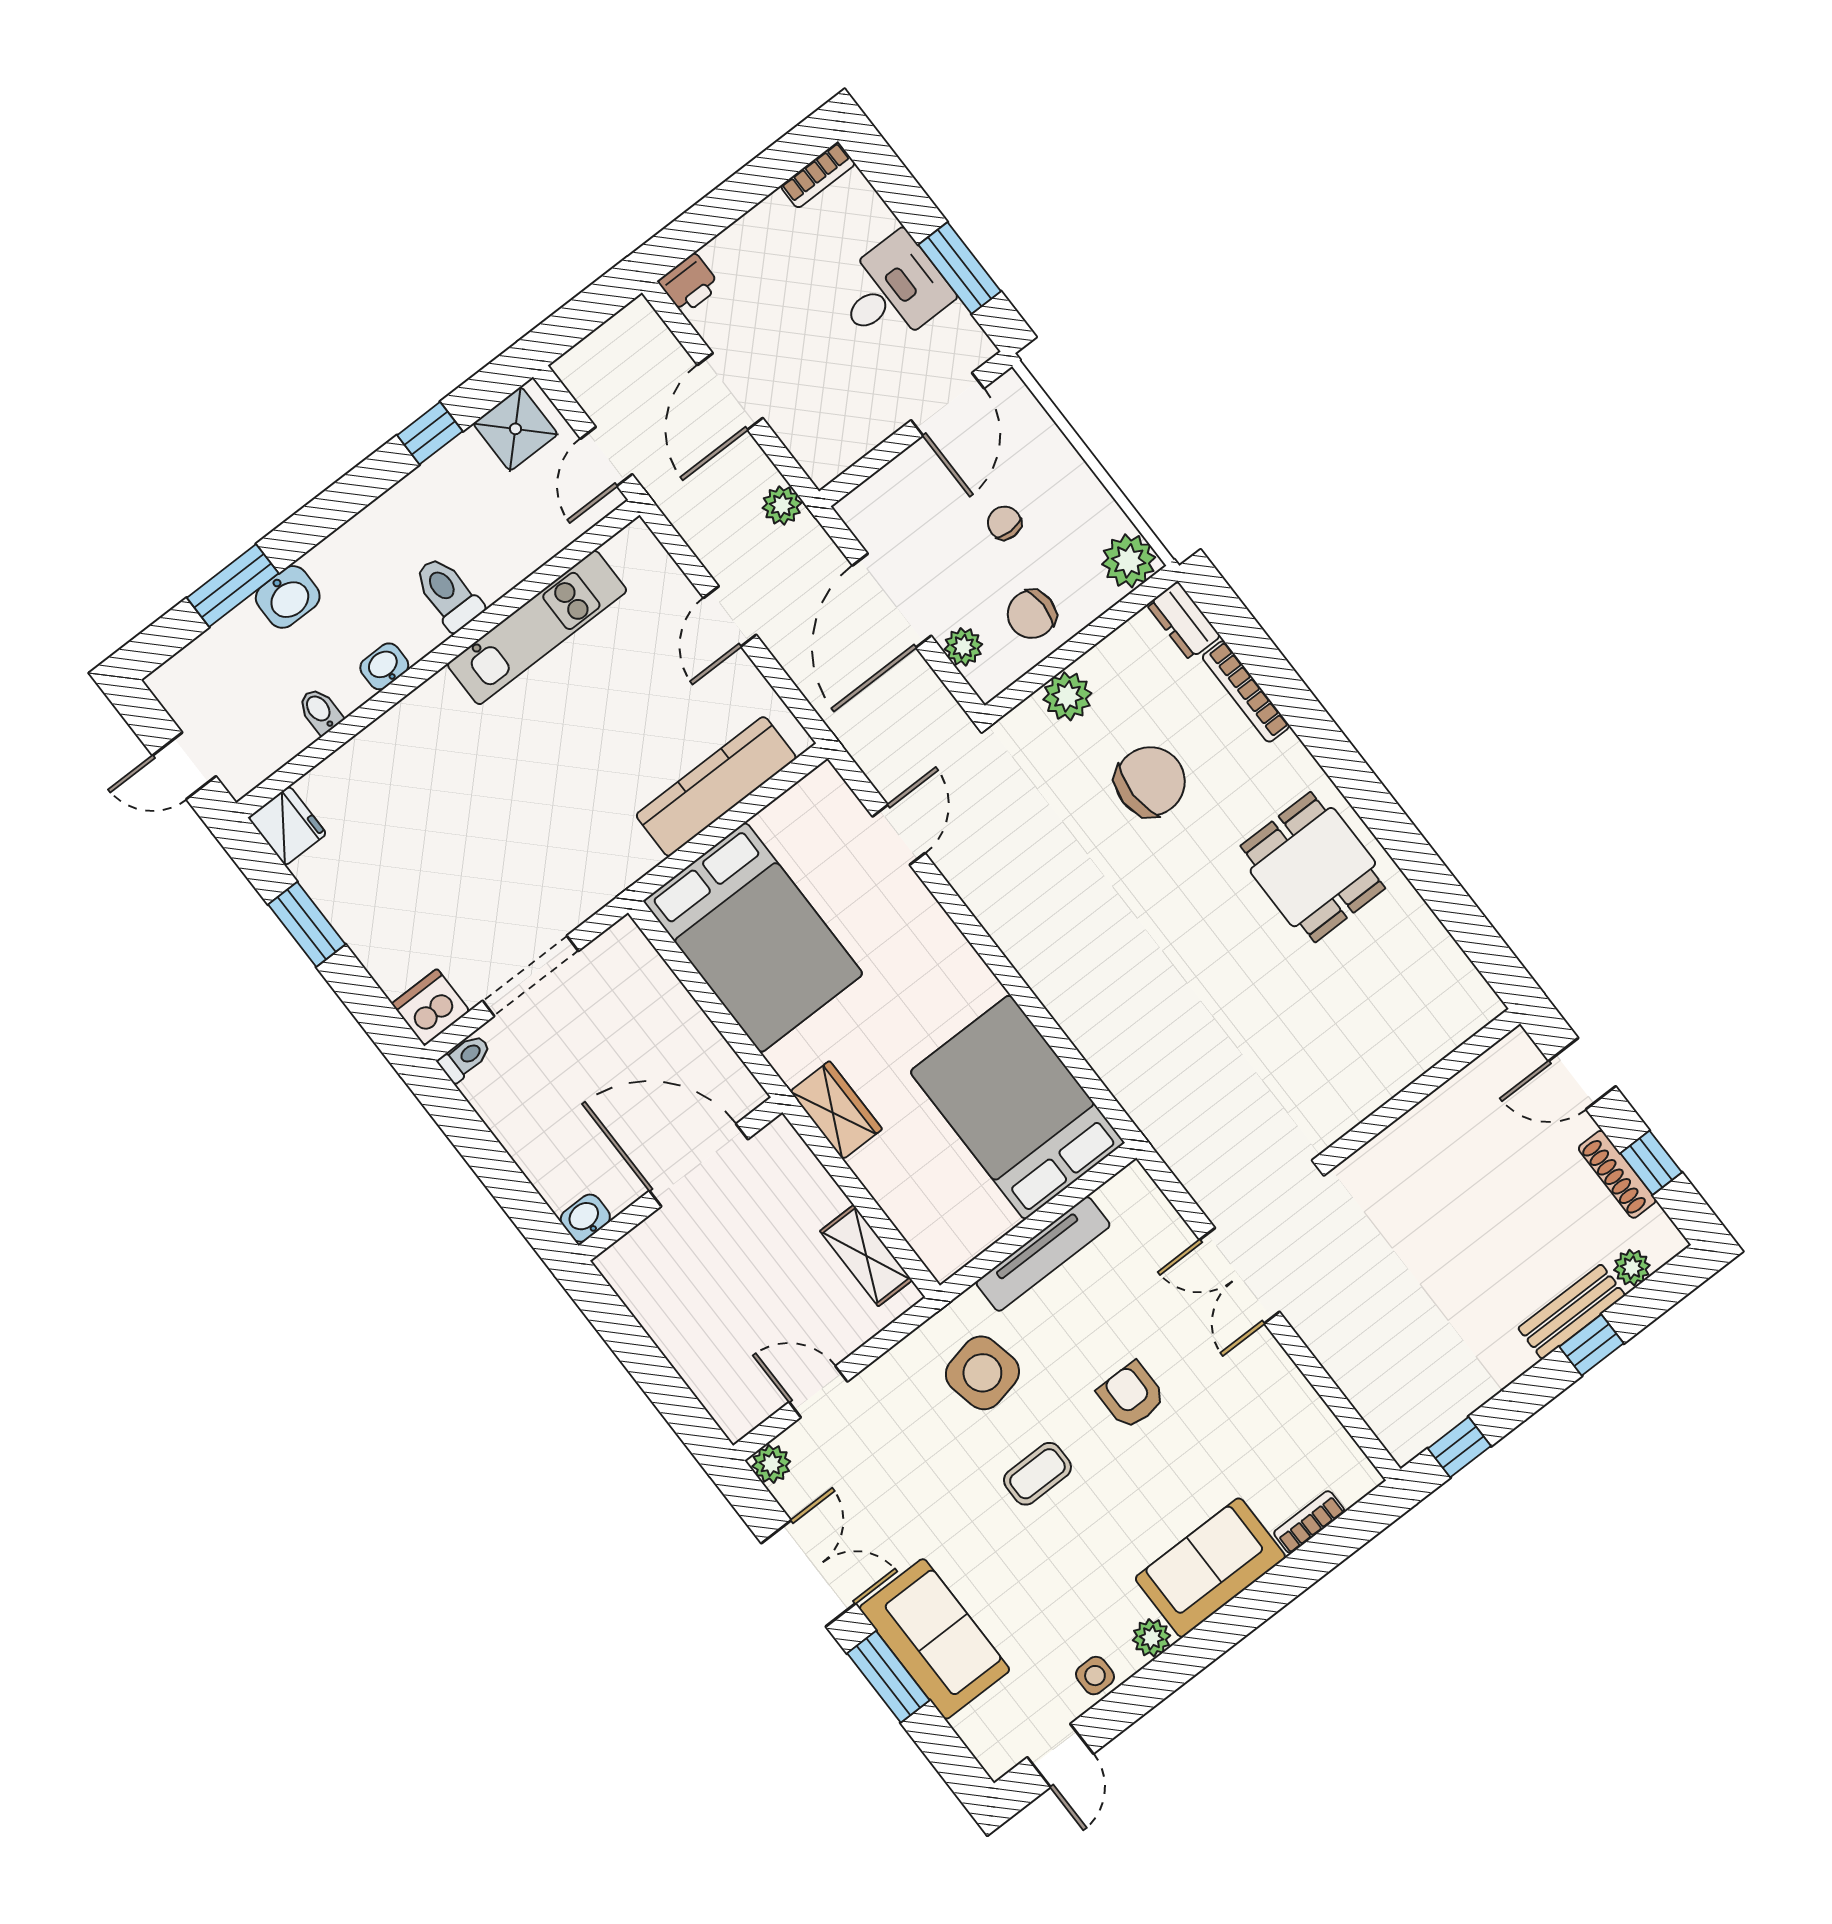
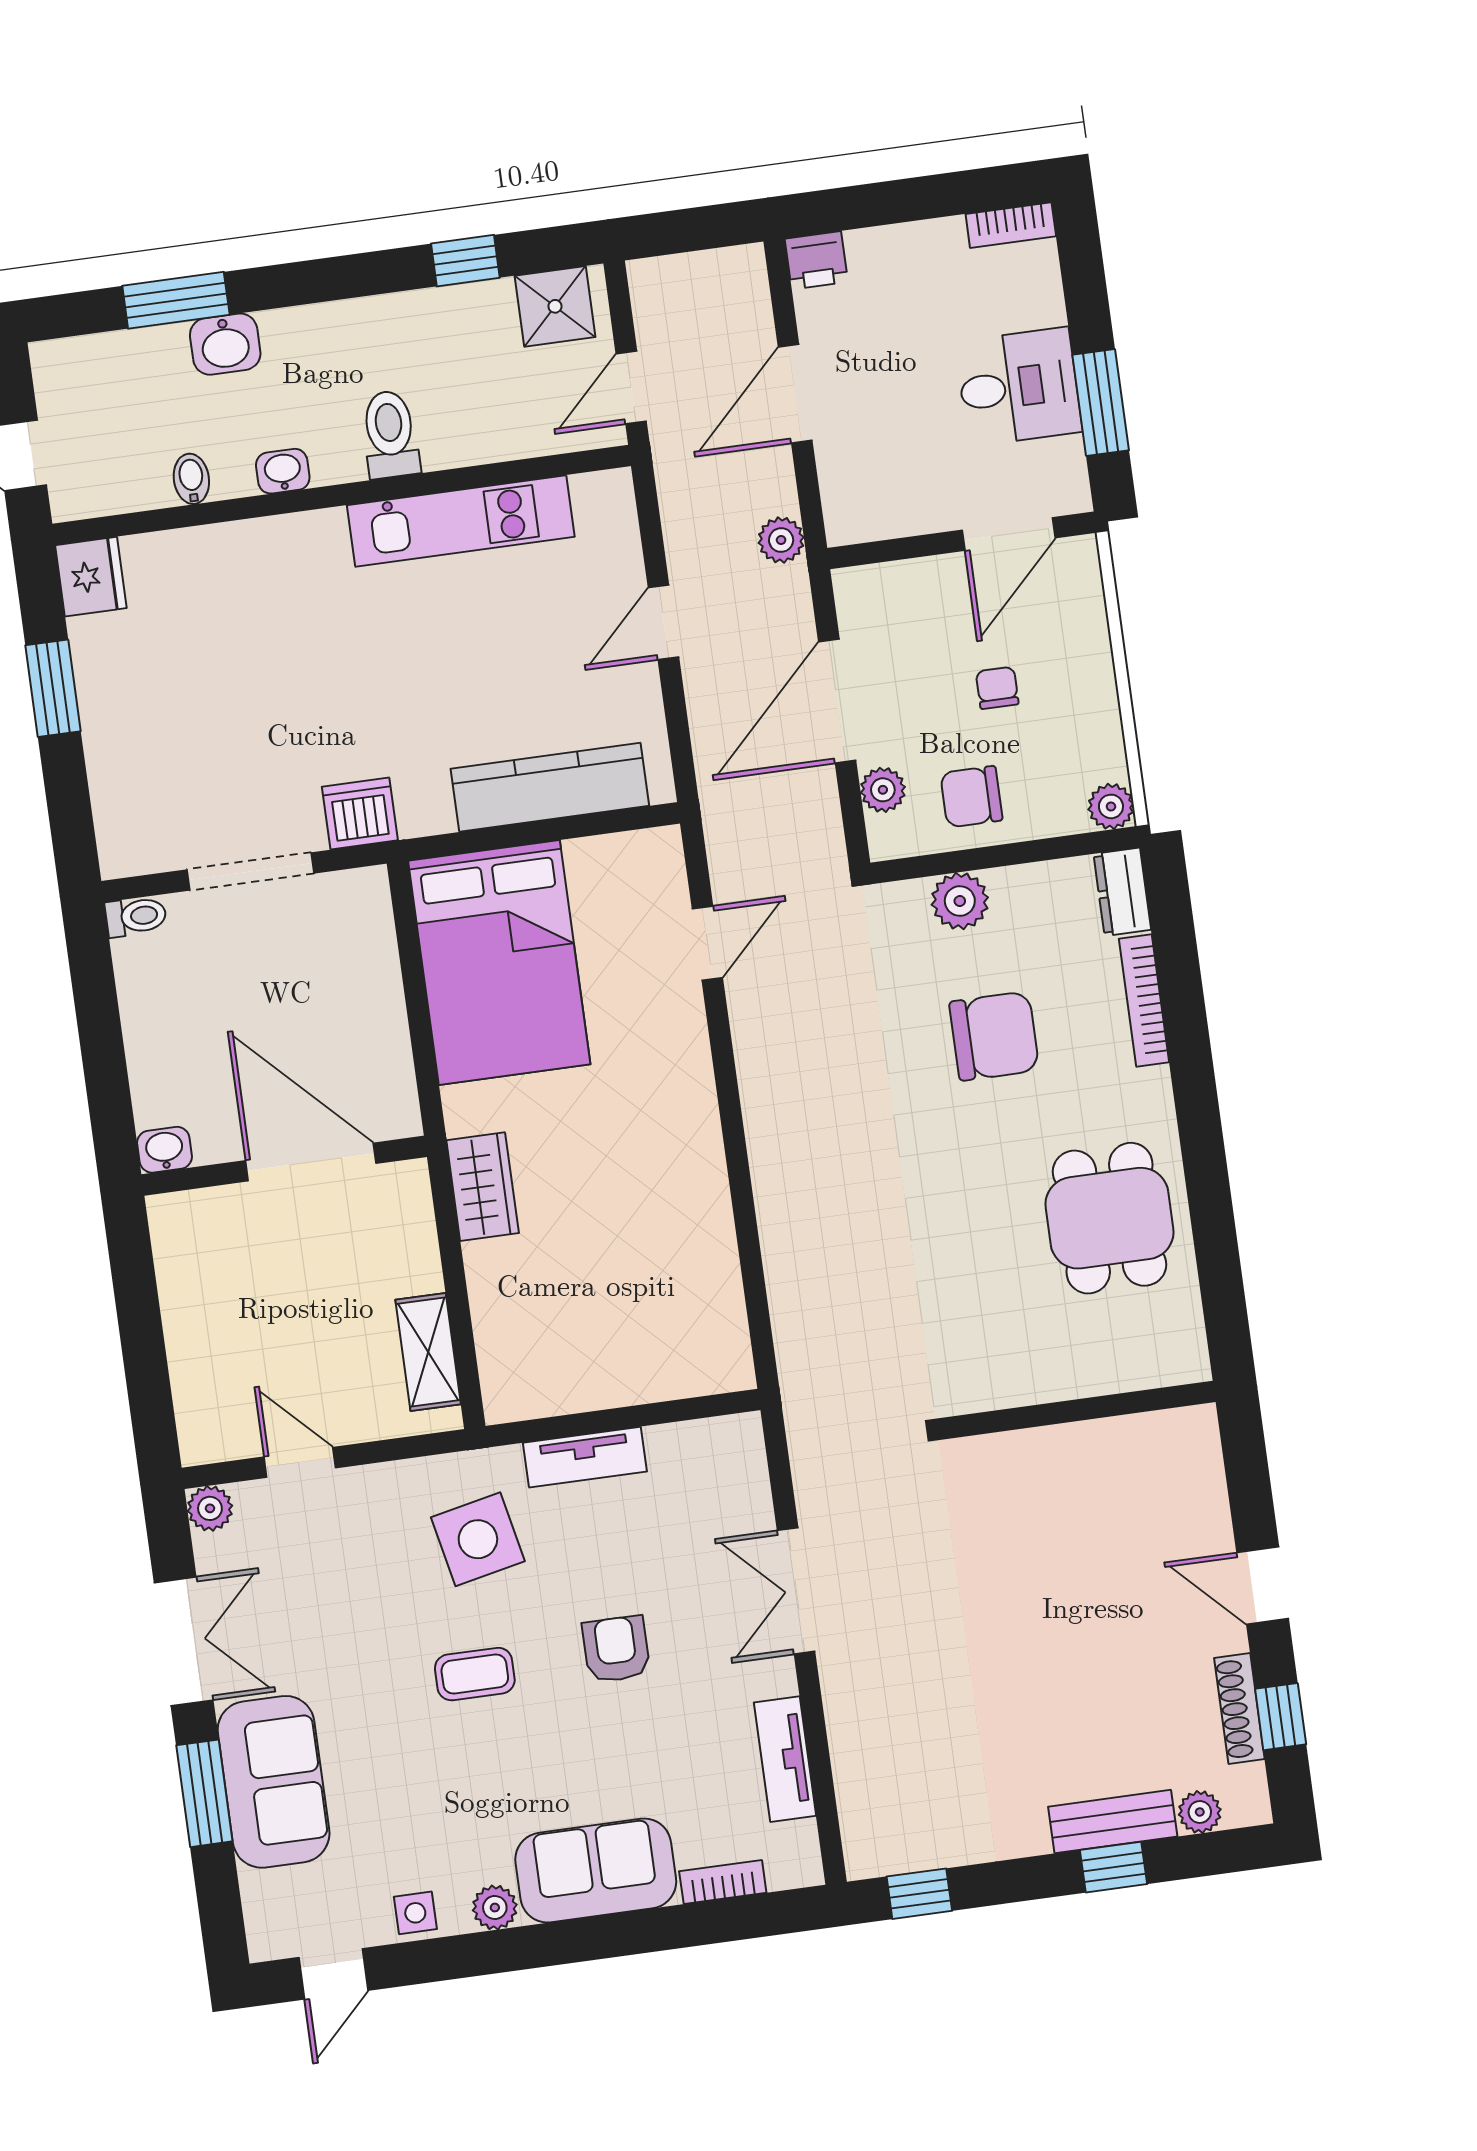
plant: (1129, 561) -> (1111, 806), width x0.73, depth x0.73
dishwasher: (431, 1007) -> (360, 814), moved
wall: (1424, 1086) -> (1081, 1410), moved
bed: (1017, 1107) -> (669, 1289), removed
tv unit: (1043, 1254) -> (585, 1457), width x0.71
tv unit: (1303, 1405) -> (785, 1759), added

